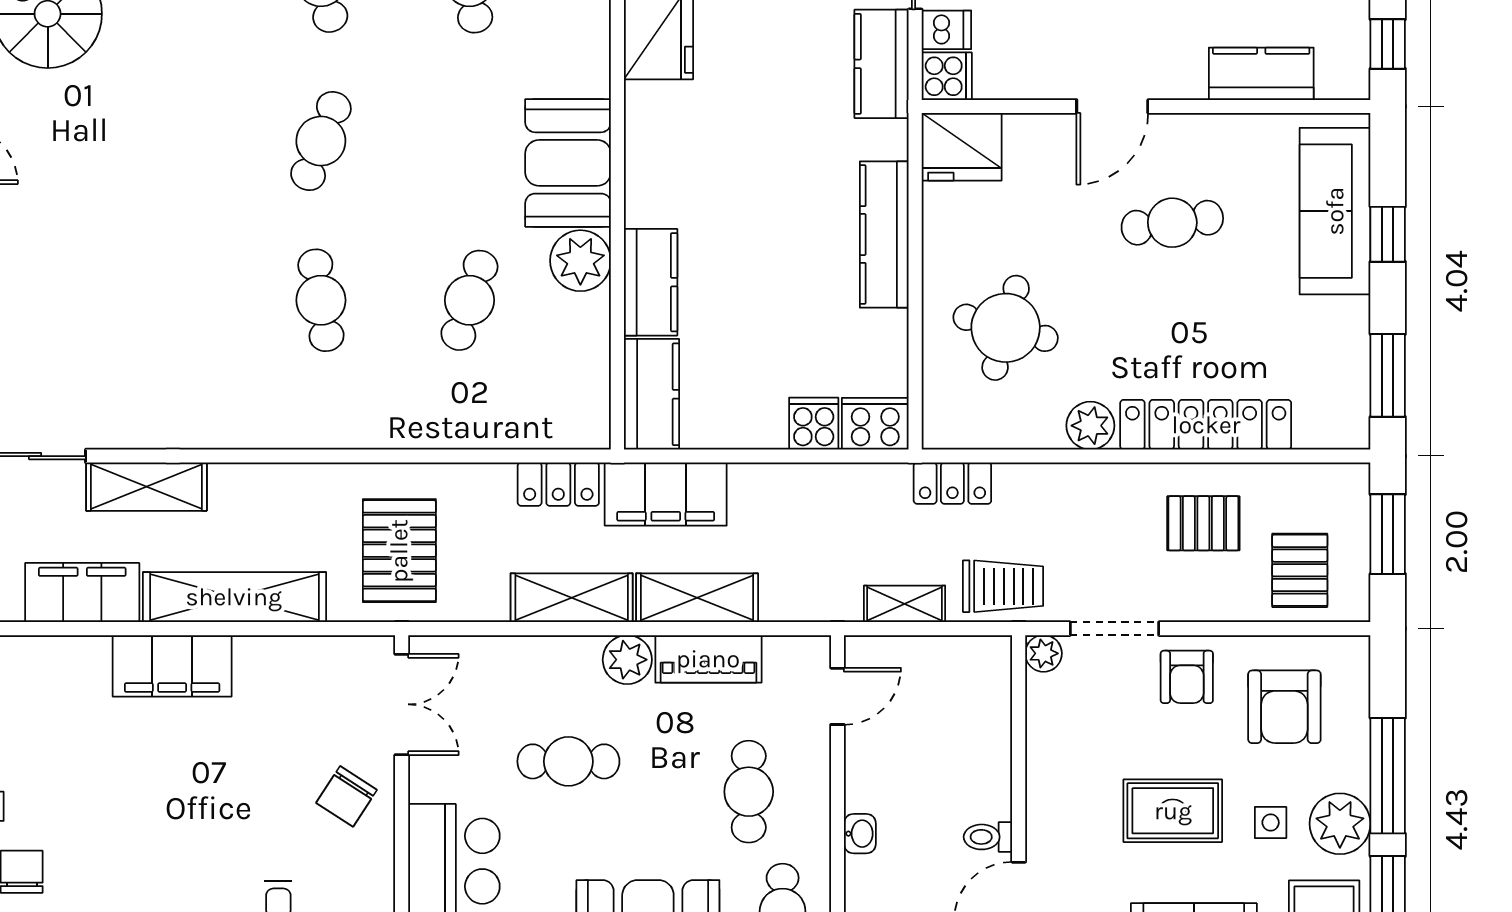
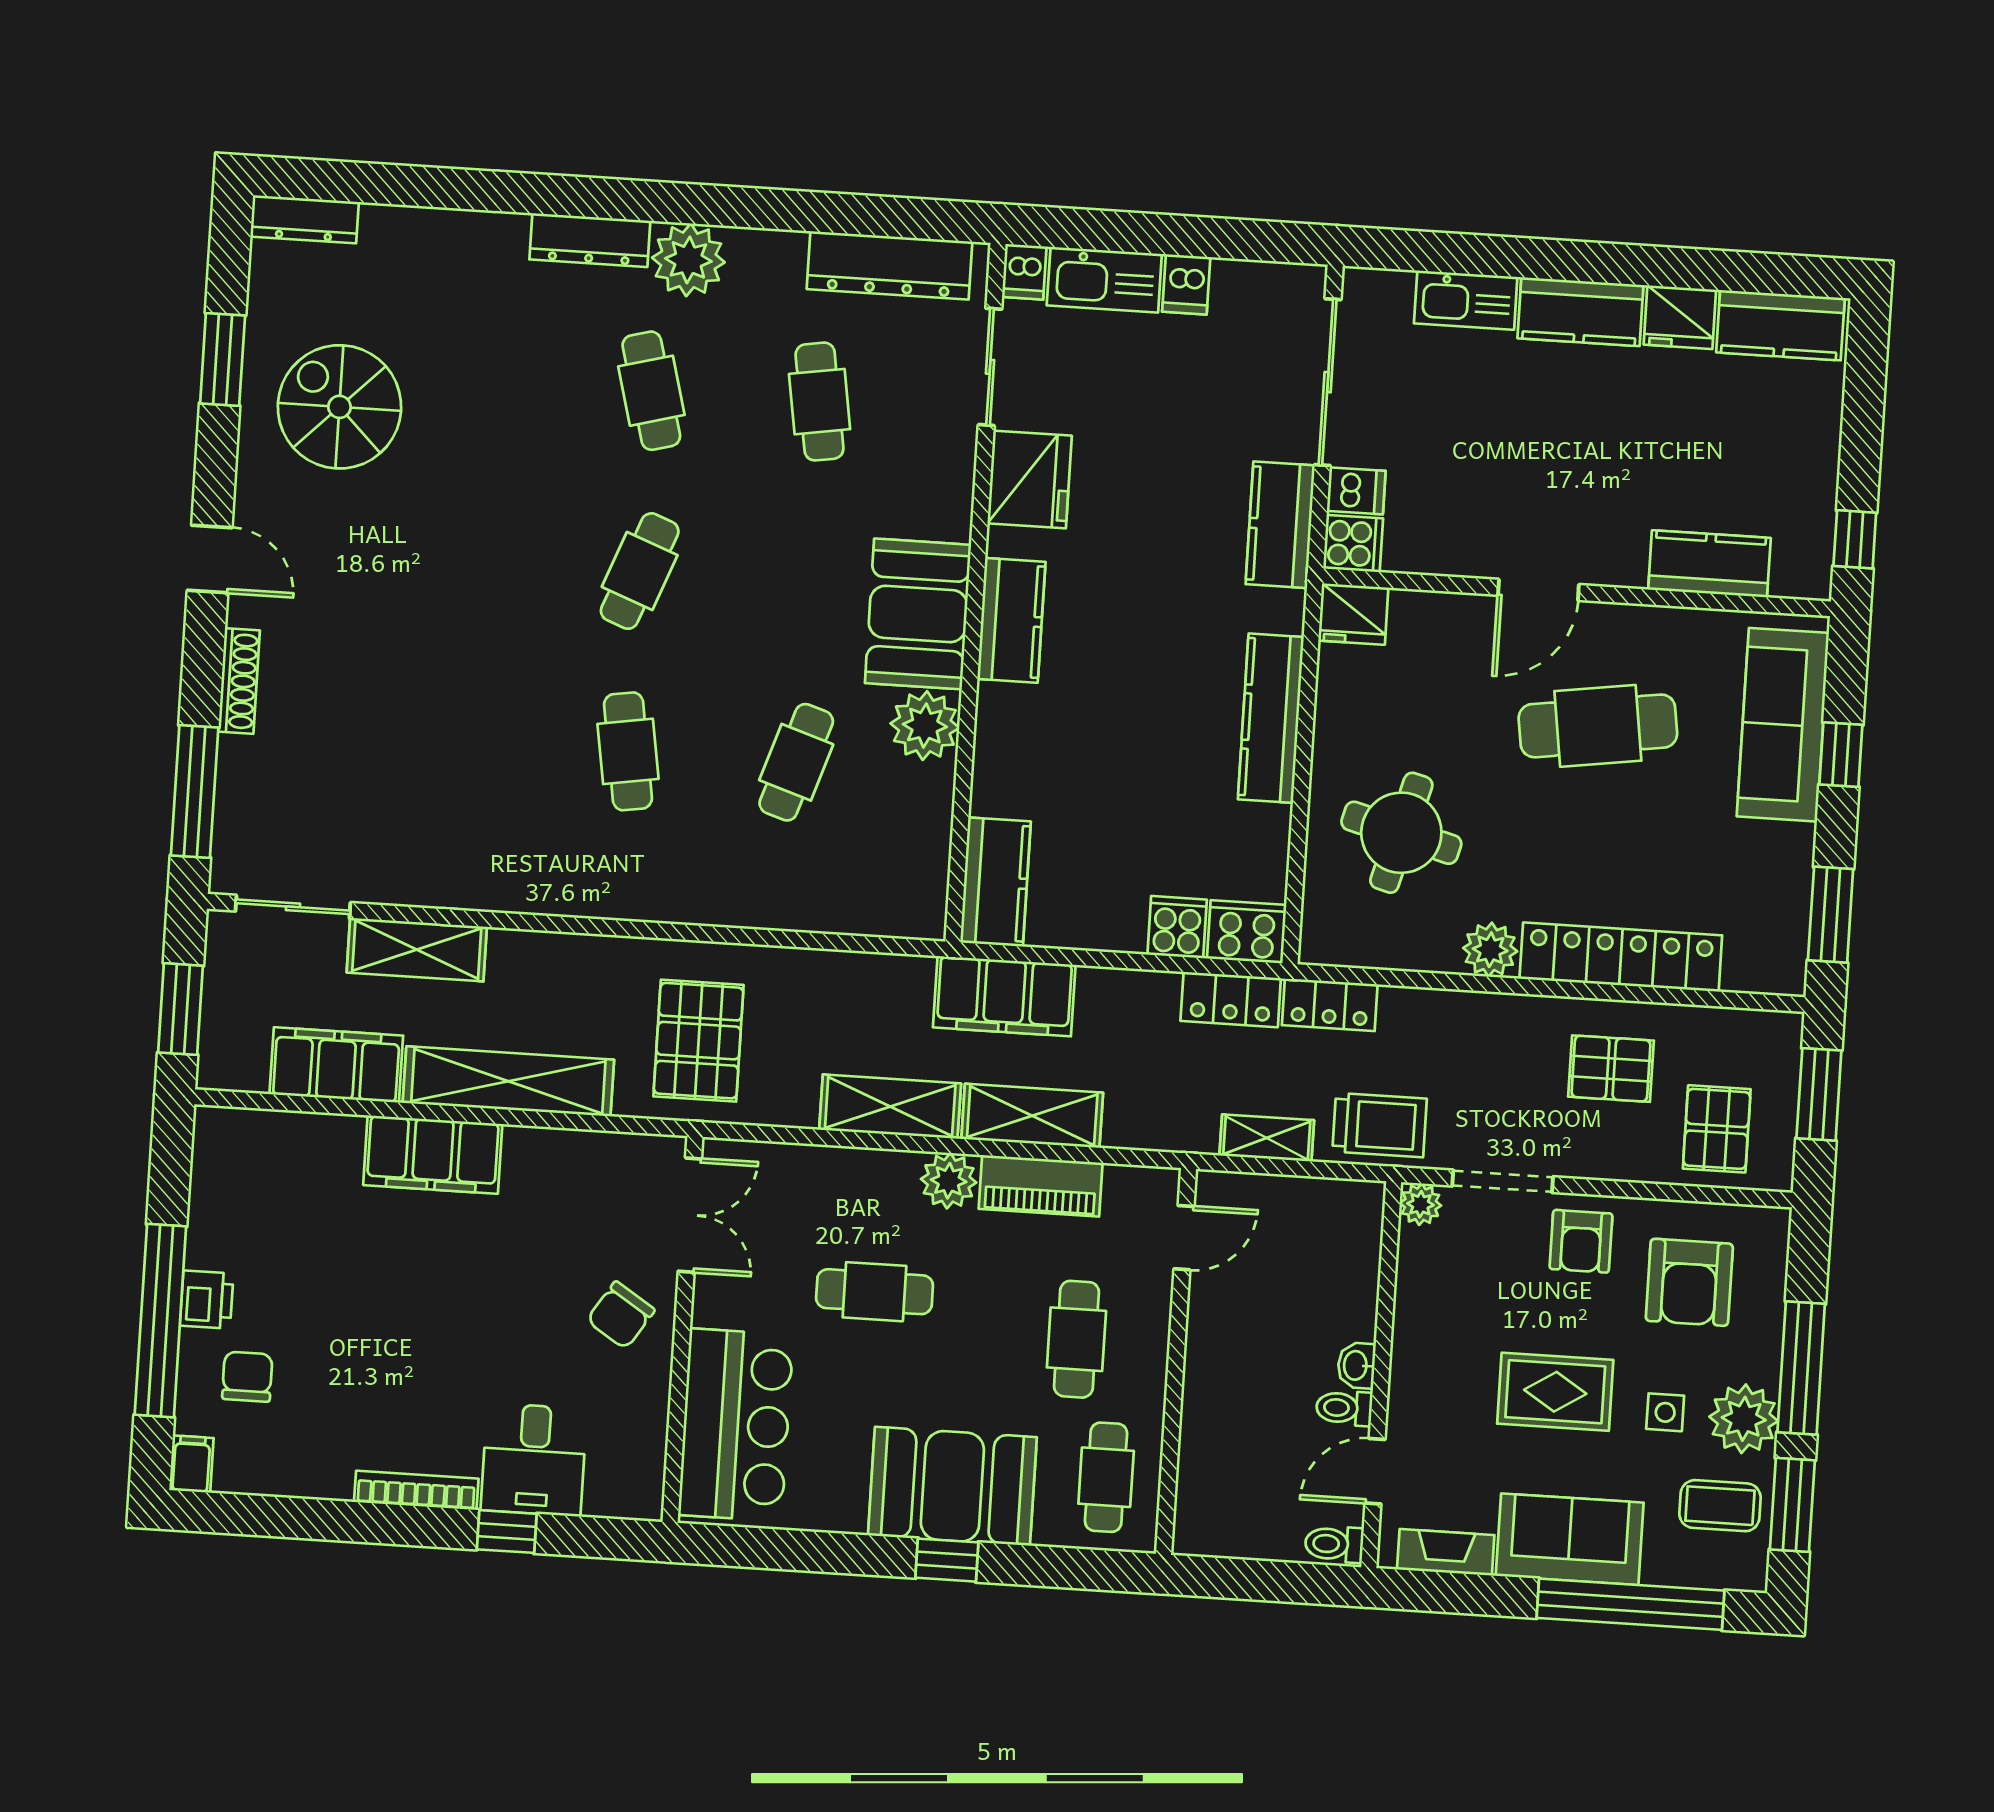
fridge: (962, 147) -> (1353, 614), width x0.73, depth x0.75
cafe table: (1172, 223) -> (1598, 726), width x1.37, depth x1.35
kitchen counter: (651, 282) -> (1011, 620), moved
locker: (558, 484) -> (1231, 1000), moved
washbasin: (860, 834) -> (1356, 1365), moved, turned 180

